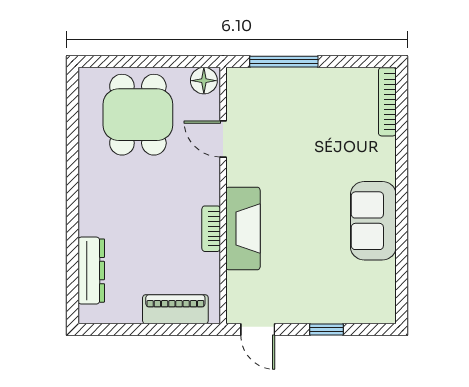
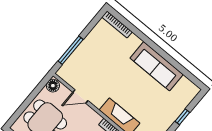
sofa: (373, 221) -> (157, 66), width x1.36

